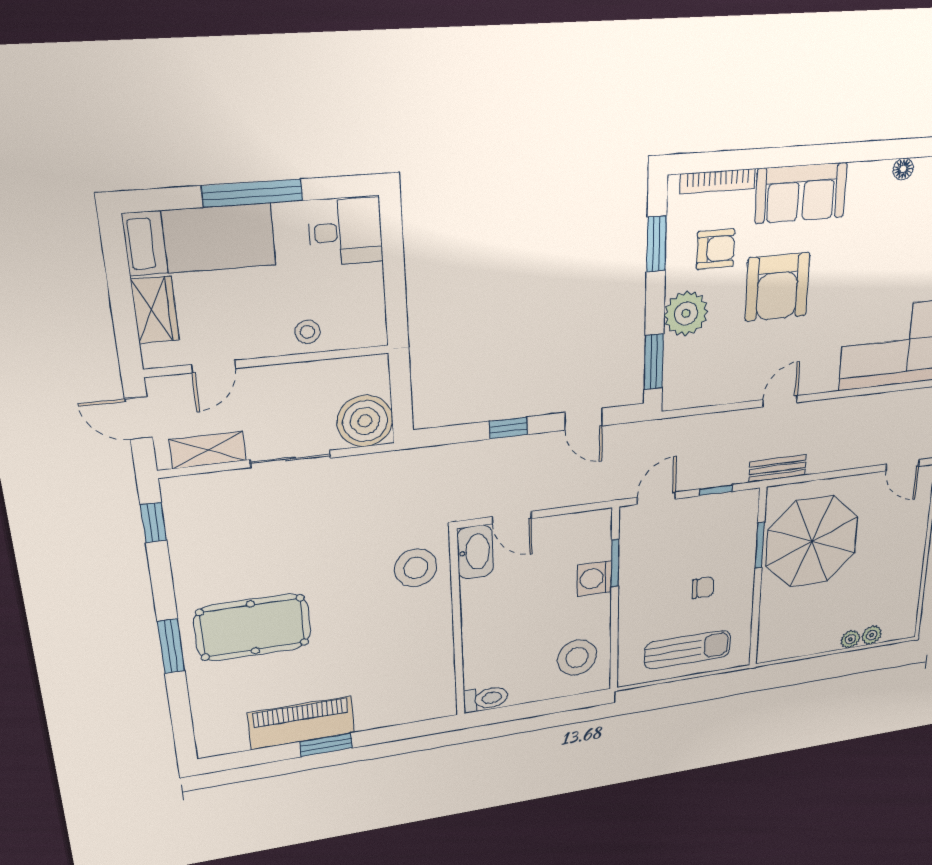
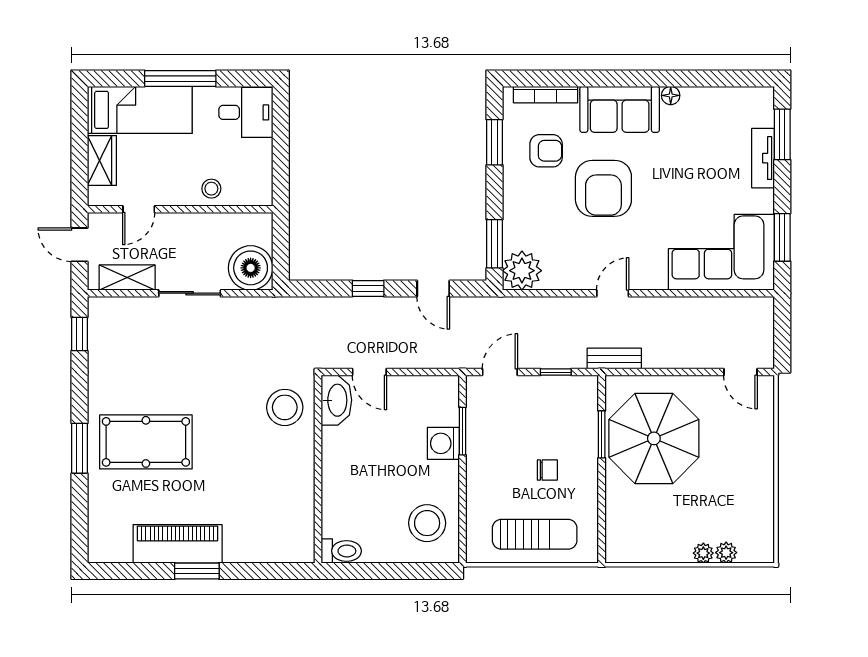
floor lamp: (903, 169) -> (671, 95), moved
plant: (686, 314) -> (522, 271), moved

